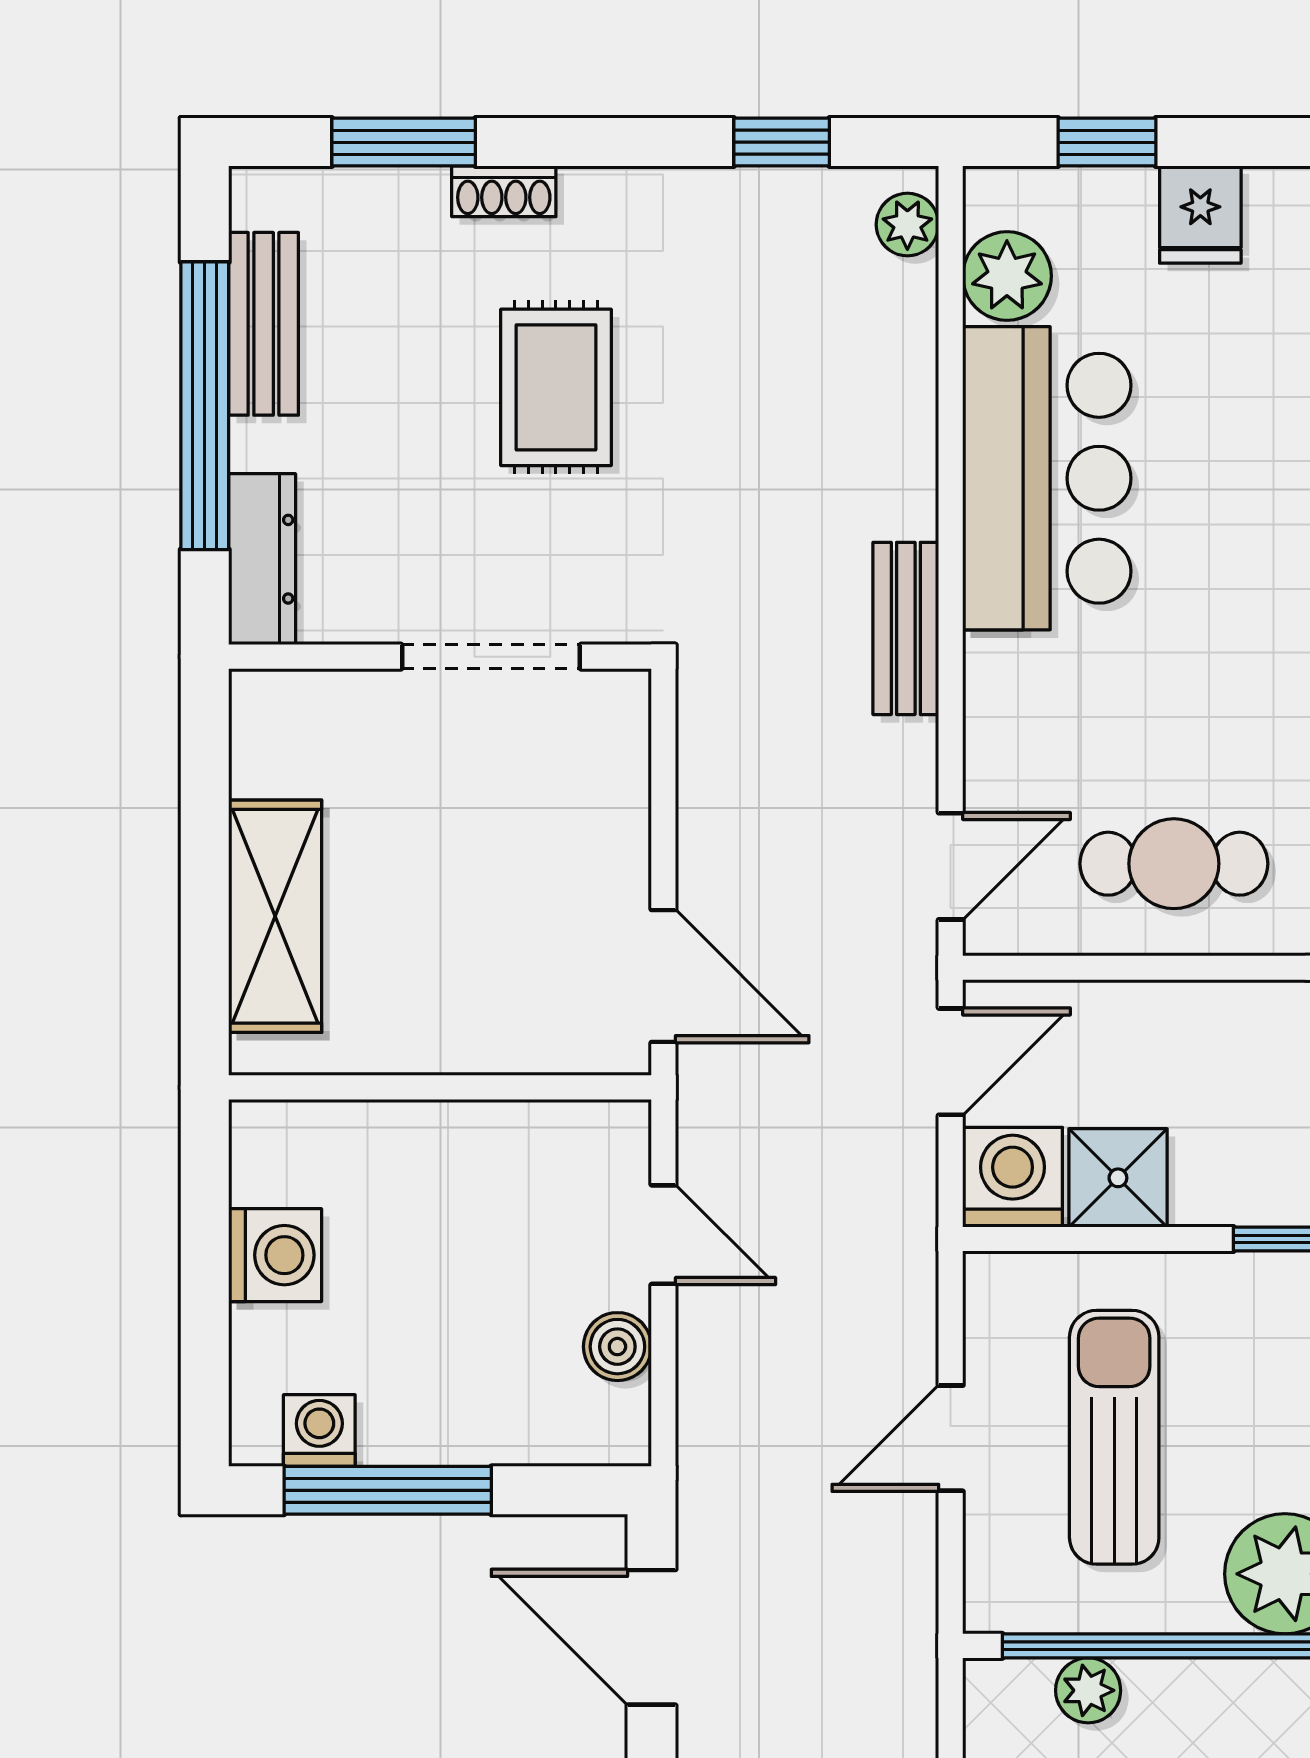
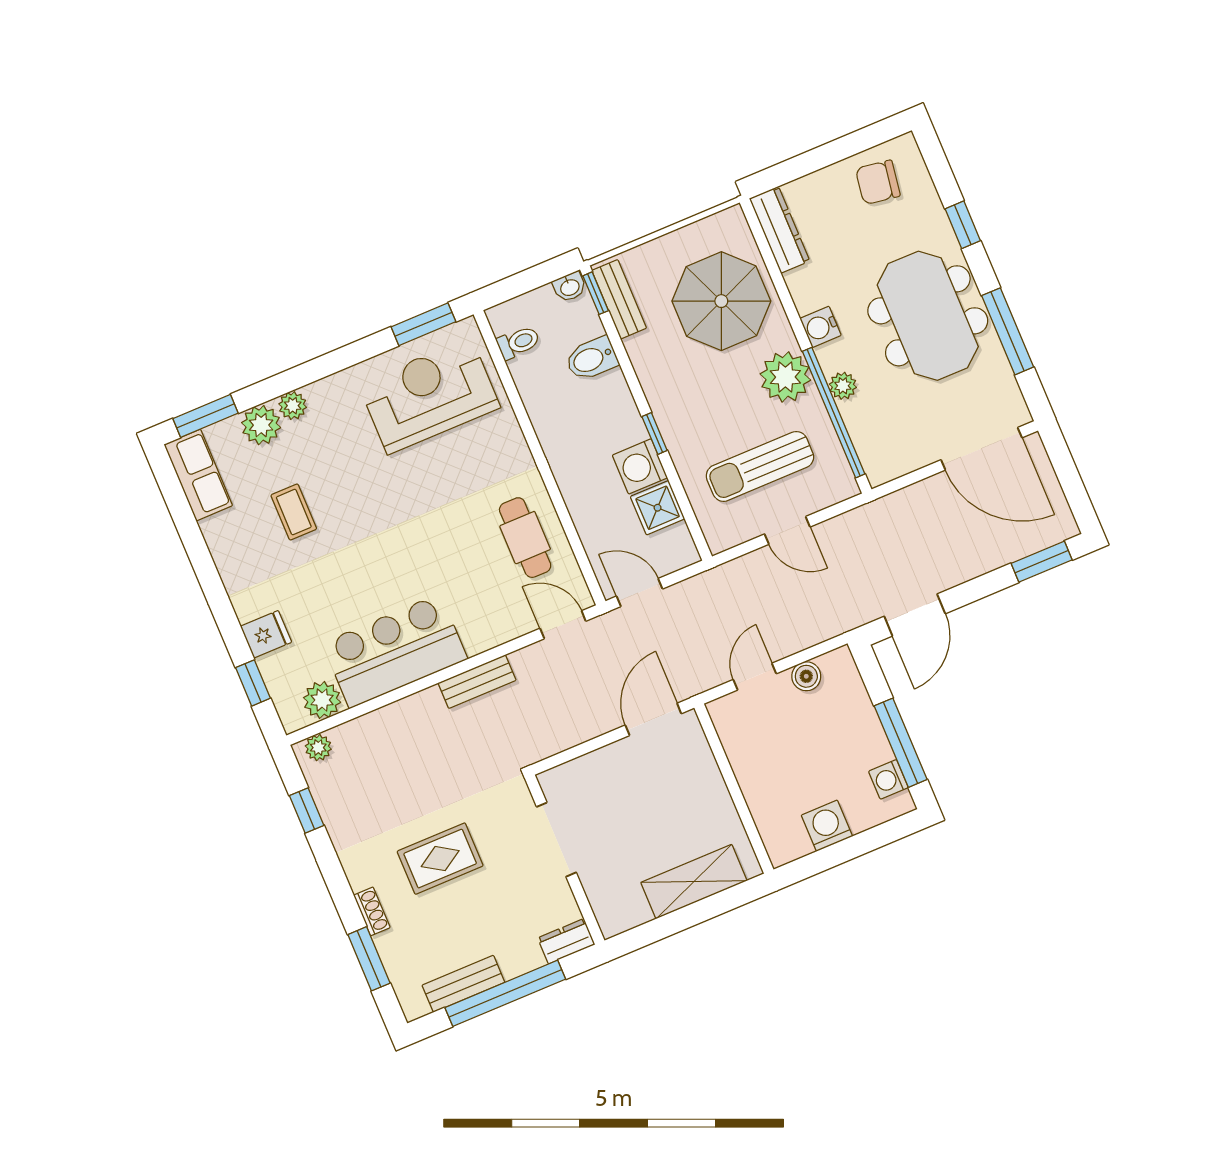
dresser: (262, 559) -> (566, 941), width x0.70
washing machine: (1013, 1177) -> (640, 466), moved
plant: (1088, 1690) -> (843, 386), moved

